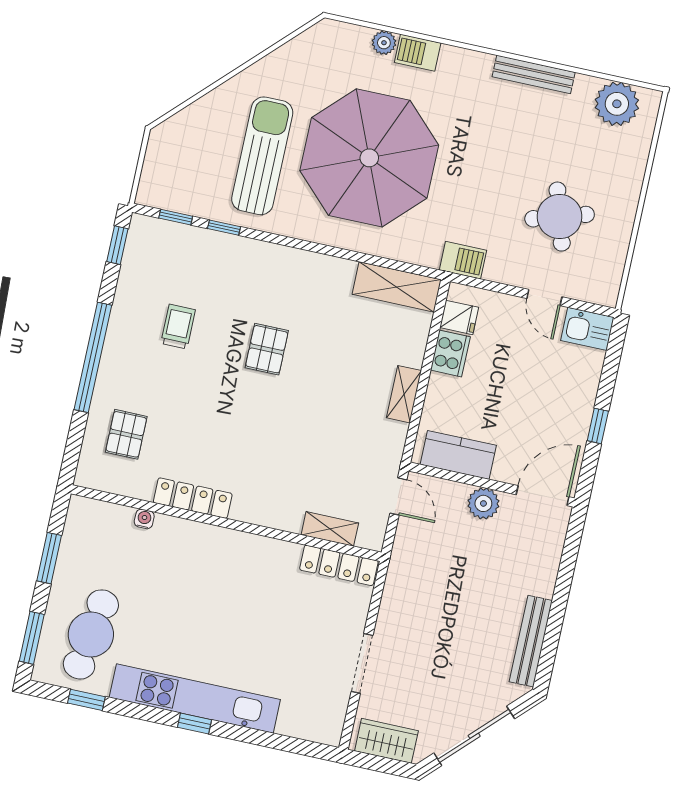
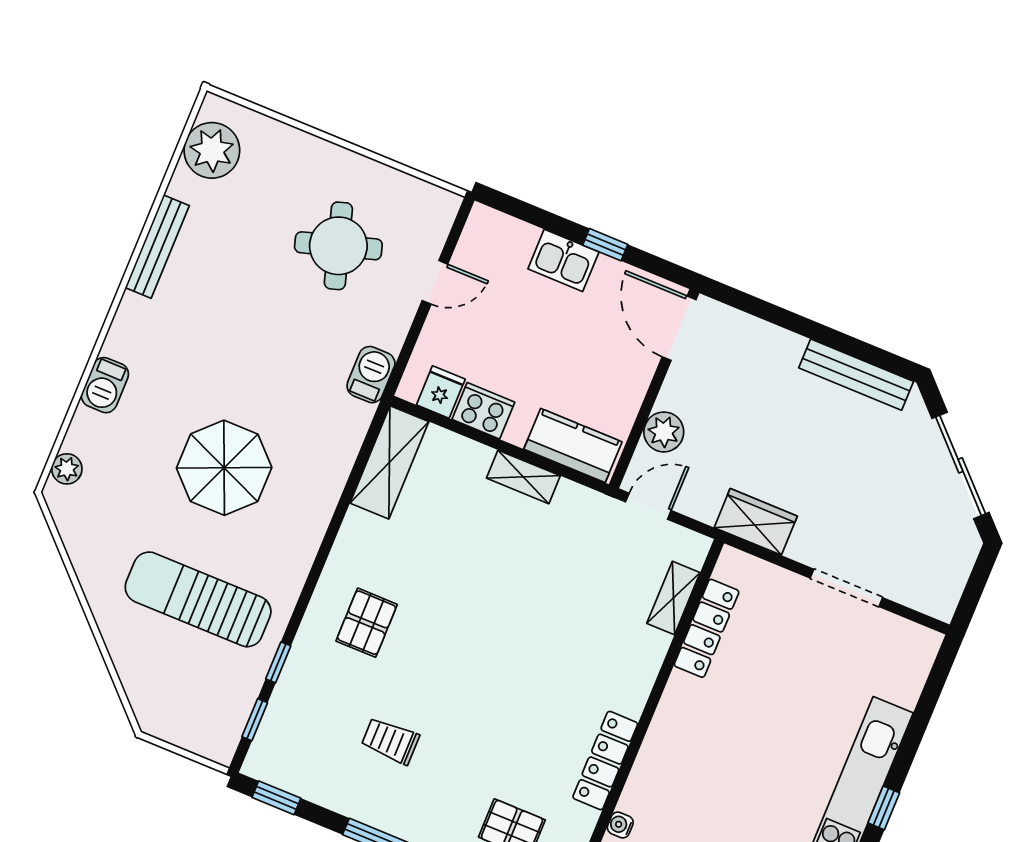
plant: (384, 43) -> (67, 469), moved
parasol: (369, 158) -> (224, 468), width x0.54, depth x0.54
kitchen sink: (587, 329) -> (563, 260), moved, turned 90
pallet: (267, 349) -> (367, 623), moved, turned 90
kitchen counter: (458, 455) -> (573, 445), moved, turned 90
plant: (483, 503) -> (664, 432), moved
locker: (339, 565) -> (707, 628), moved
wardrobe: (386, 741) -> (756, 522), moved, turned 90

